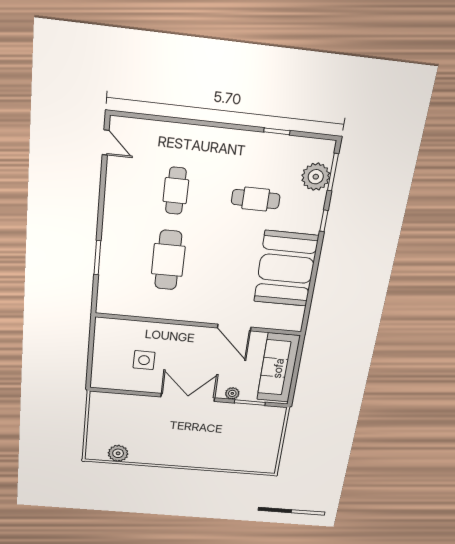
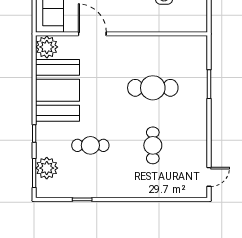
door: (106, 142) -> (209, 177), swing flipped
cafe table: (168, 260) -> (153, 88), turned 90
plant: (290, 318) -> (47, 47), added

